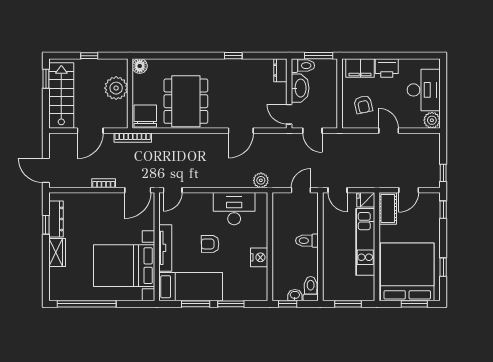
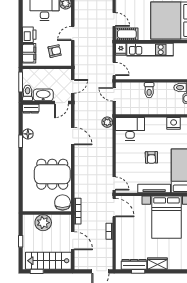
floor lamp: (140, 66) -> (28, 134), moved
chair: (145, 116) -> (63, 202), turned 90
door: (338, 190) -> (114, 69), hinge flipped
desk: (234, 209) -> (130, 129), moved, turned 90
nightstand: (259, 257) -> (174, 123), moved

